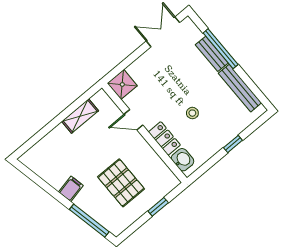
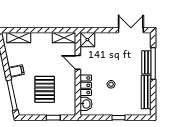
shelving: (80, 116) -> (64, 38), moved
shelving: (42, 148) -> (19, 38), added

